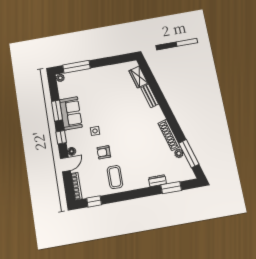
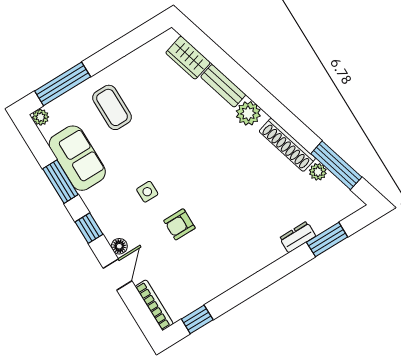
sofa: (71, 113) -> (77, 158), moved
plant: (156, 113) -> (248, 113), added
coffee table: (115, 177) -> (112, 107), moved

